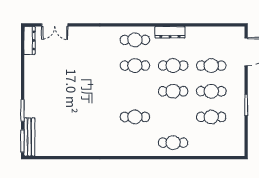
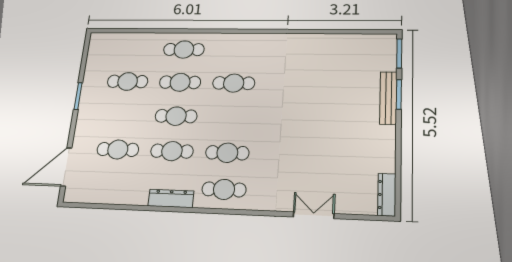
double door: (55, 25) -> (314, 215), moved
cafe table: (211, 91) -> (180, 82), moved
bench: (29, 137) -> (388, 98), moved

